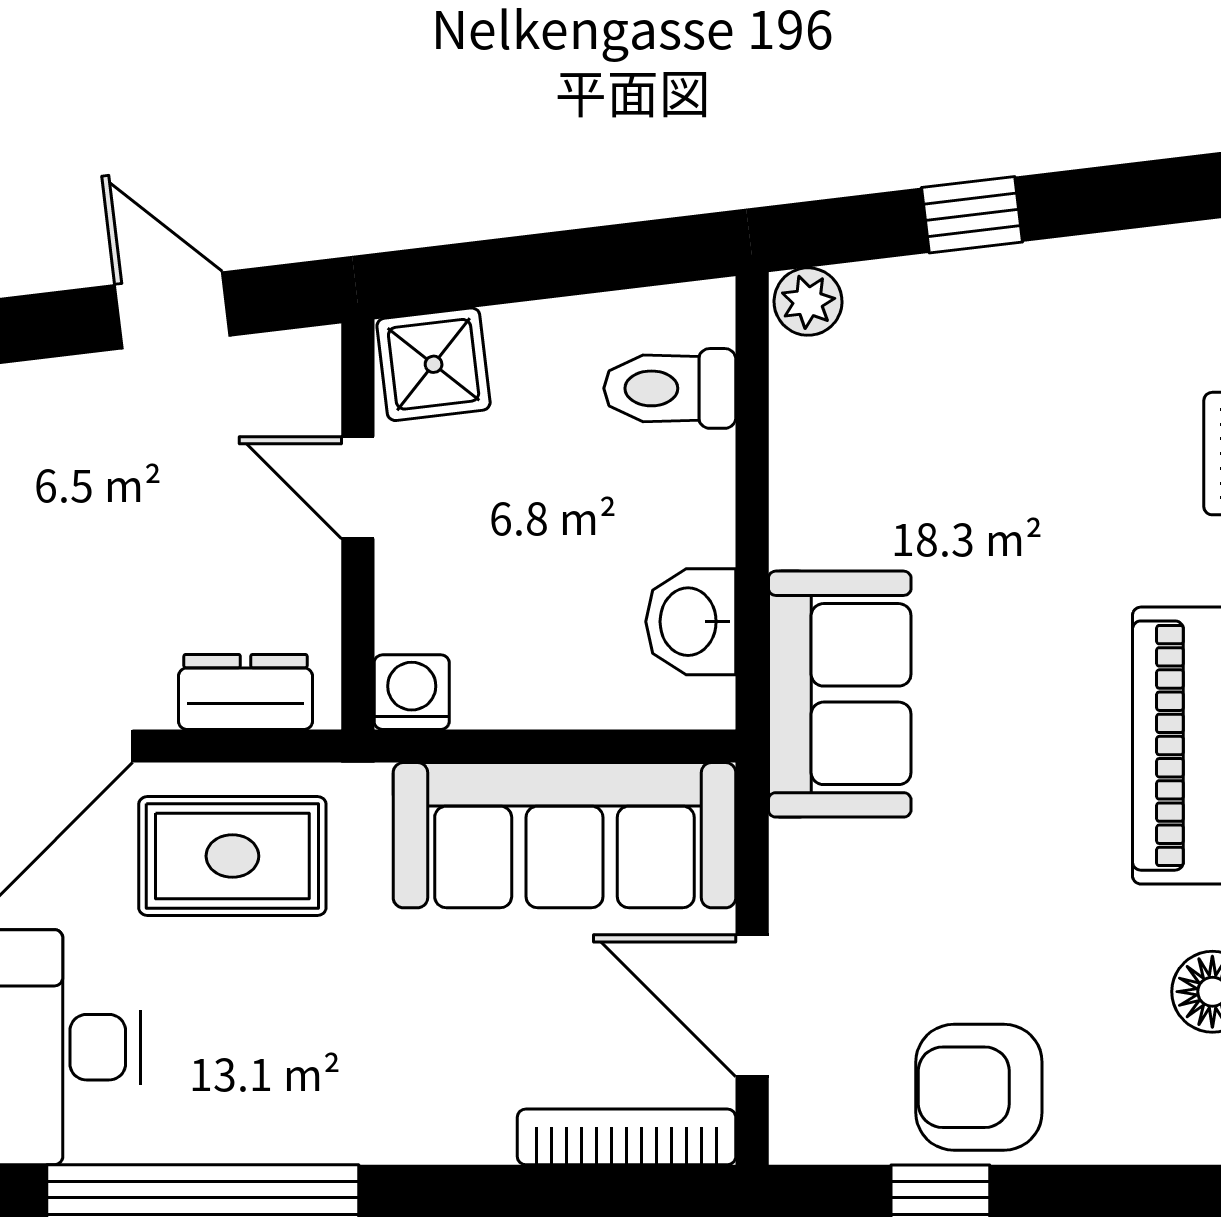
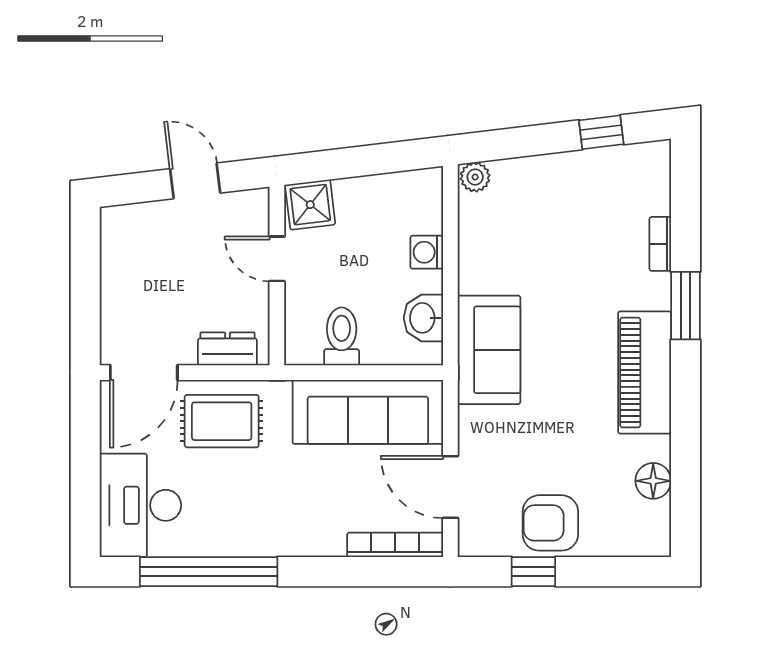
window: (972, 215) -> (601, 132), moved
toilet: (670, 388) -> (342, 336), moved, turned 90
washing machine: (412, 692) -> (427, 252), moved, turned -90

